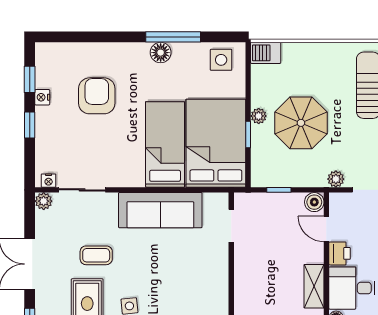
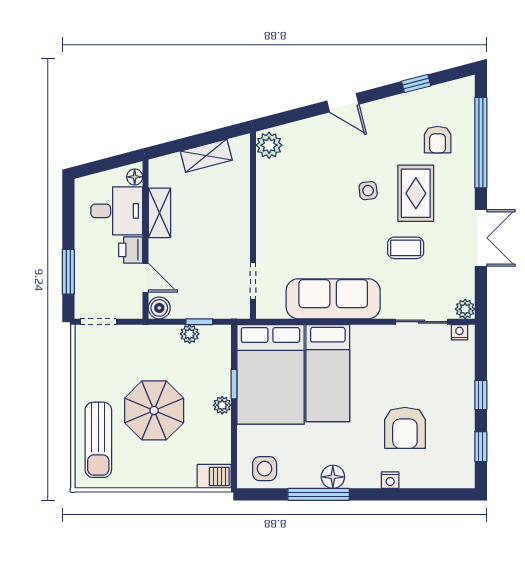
nightstand: (42, 97) -> (390, 480), moved, turned 90
parasol: (301, 123) -> (154, 410), moved
plant: (336, 179) -> (190, 334), moved

